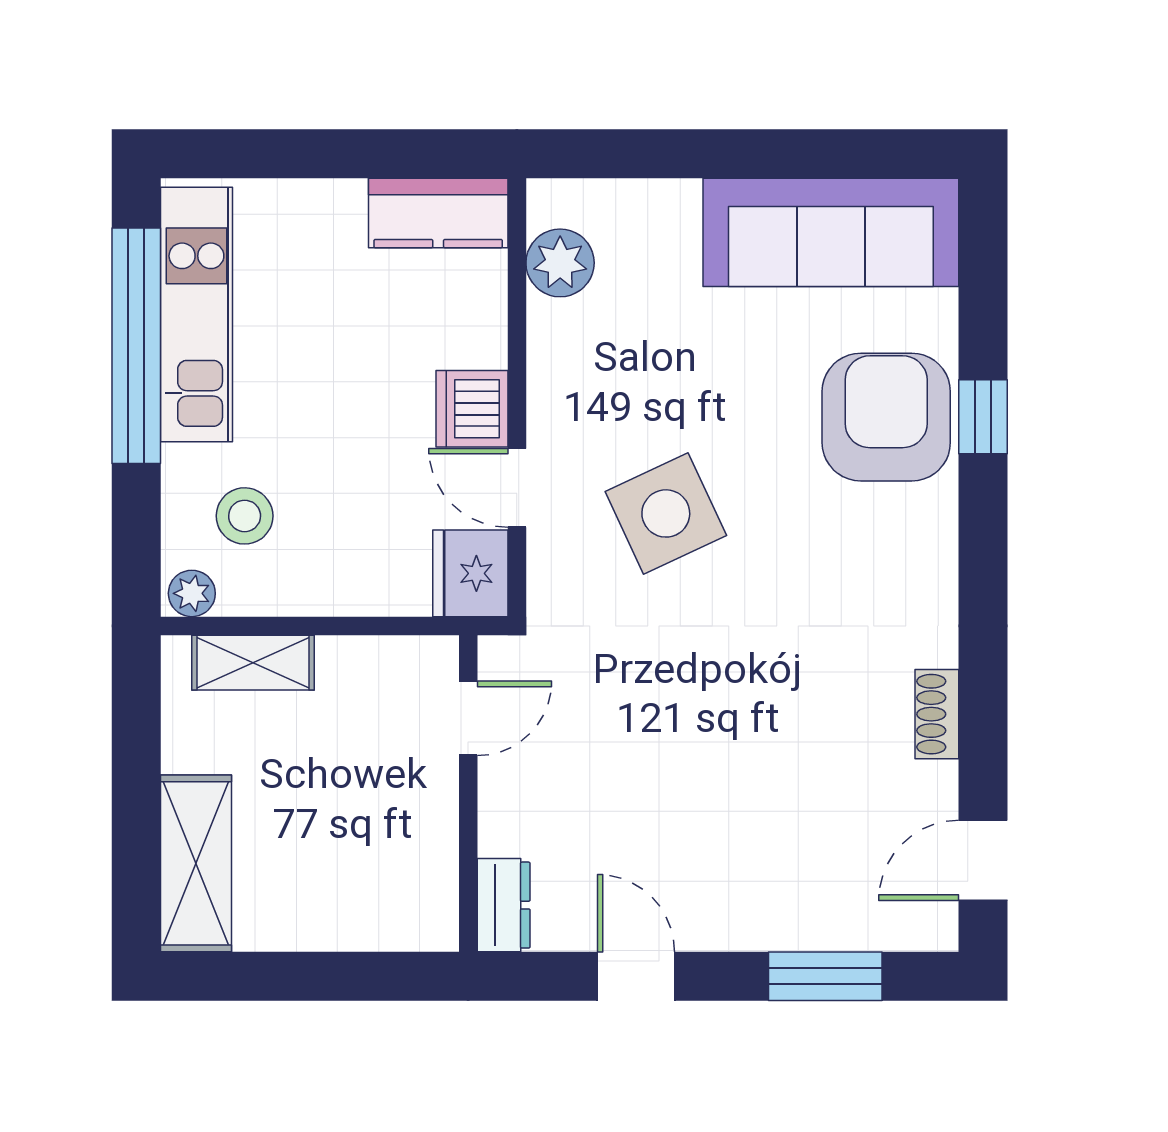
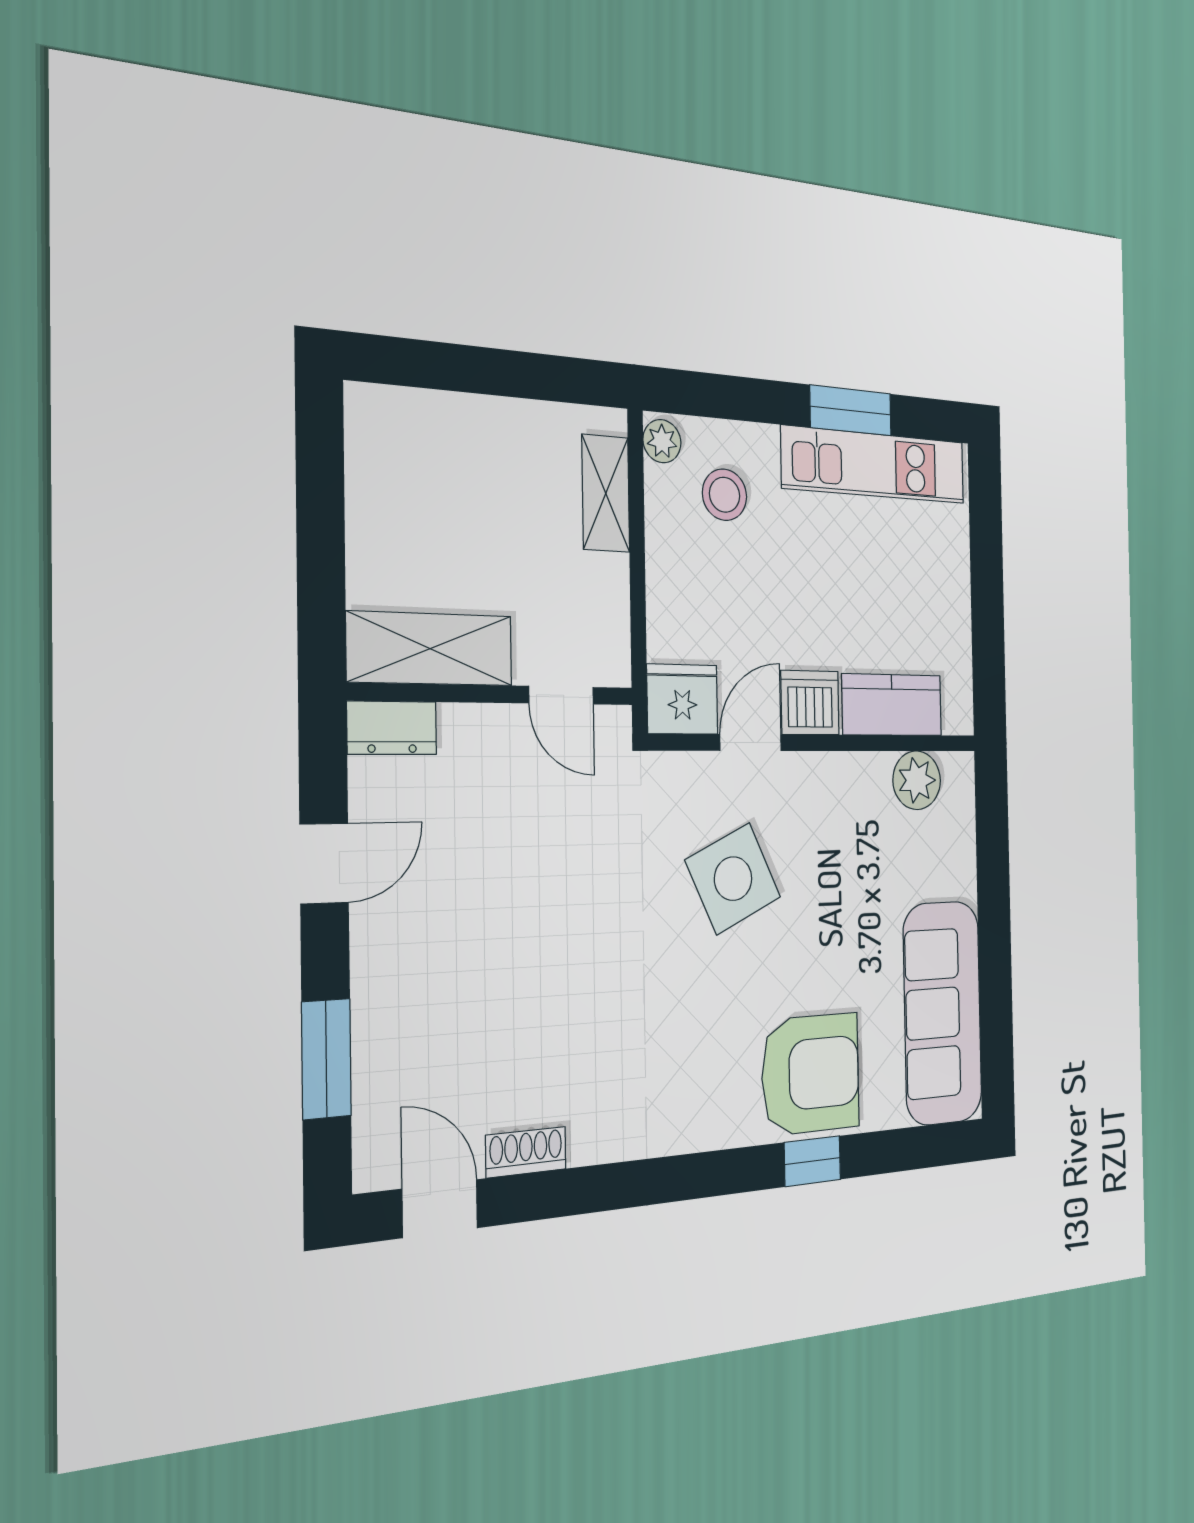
kitchen counter: (438, 213) -> (892, 705), moved, turned 90
window: (136, 346) -> (851, 411), width x0.47
shoe rack: (937, 714) -> (526, 1152), moved
shelving: (196, 863) -> (430, 649), moved

